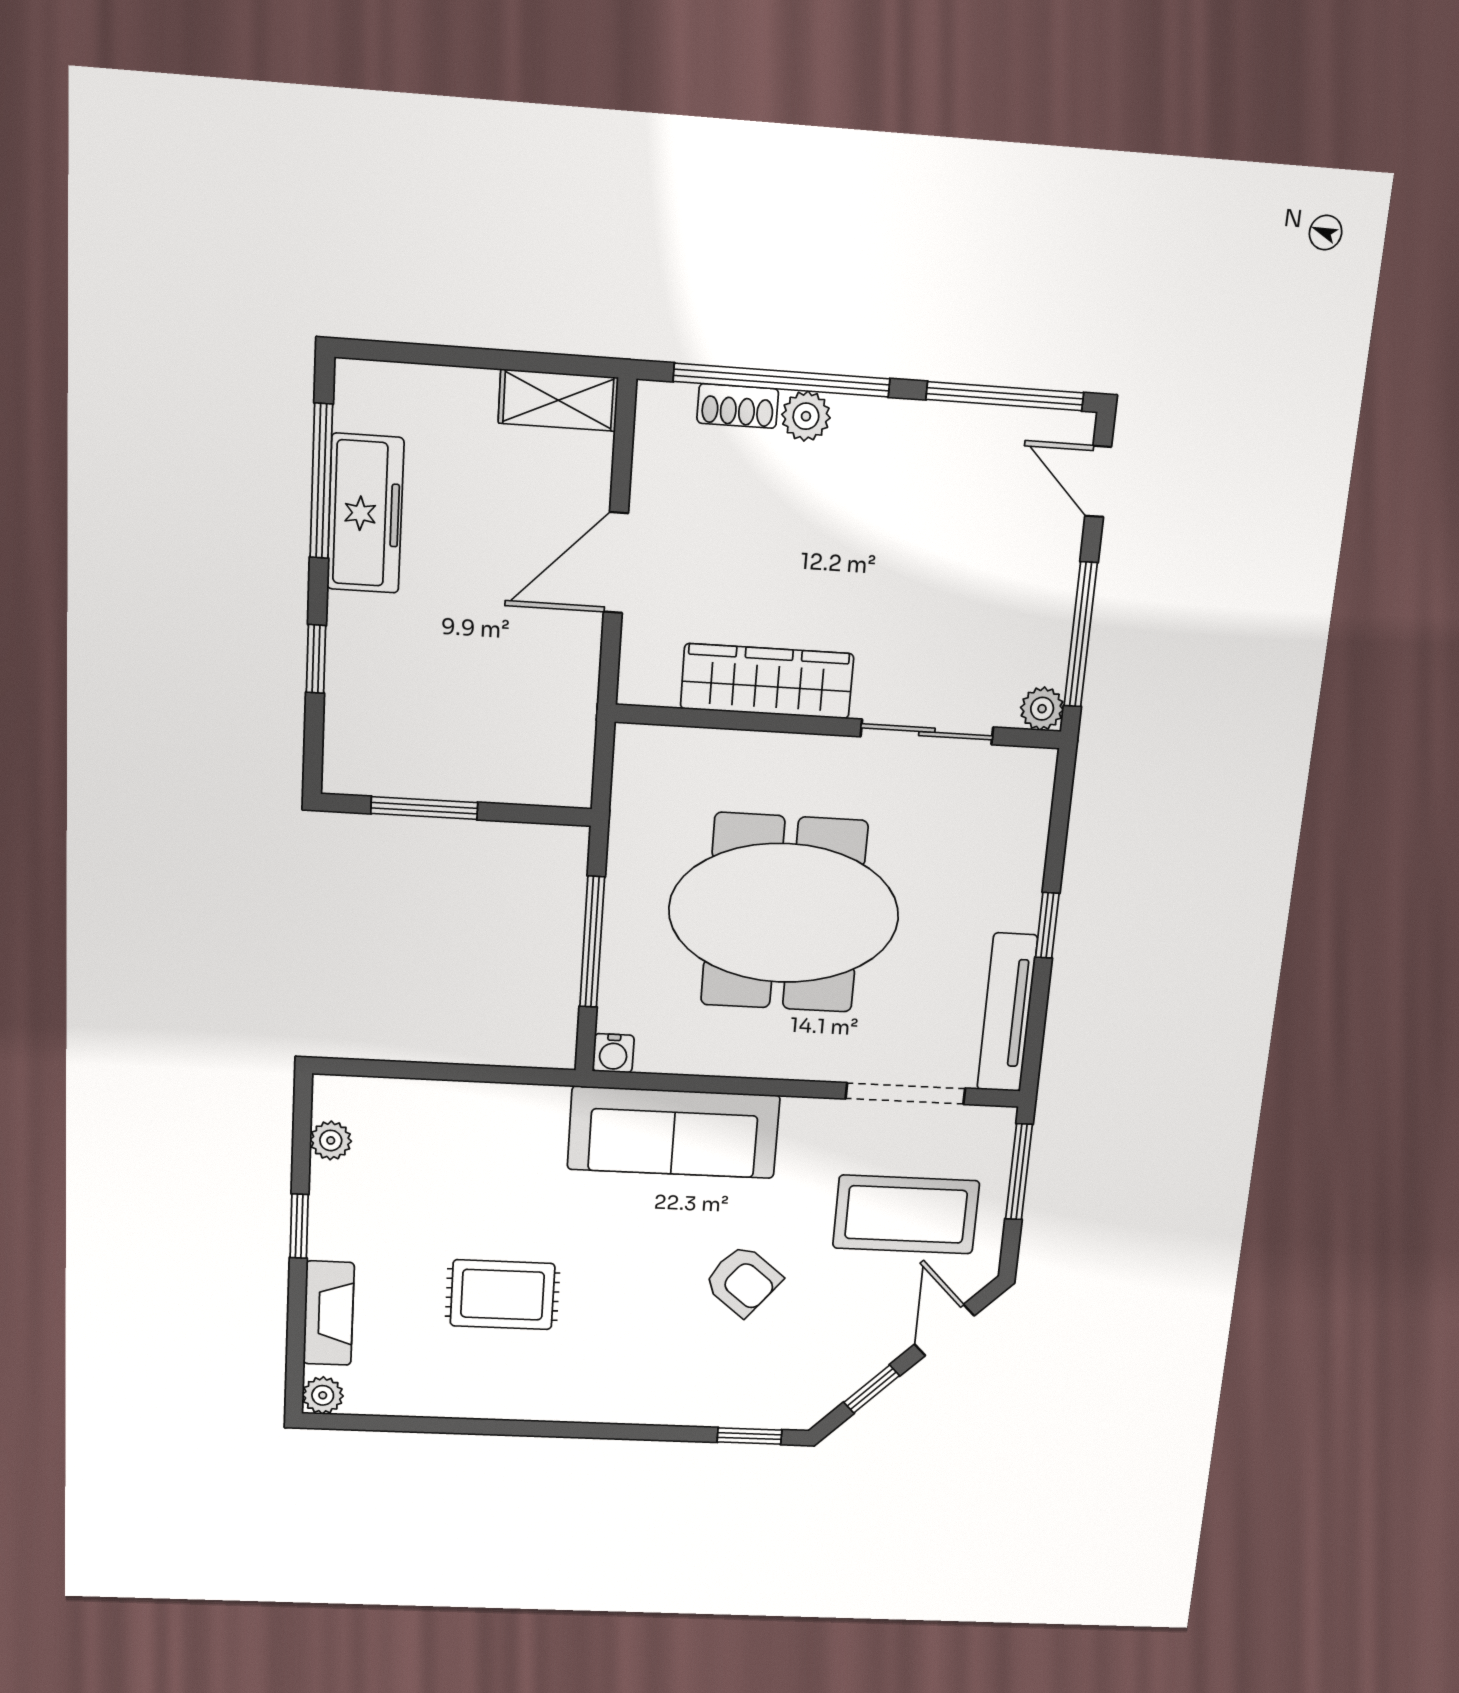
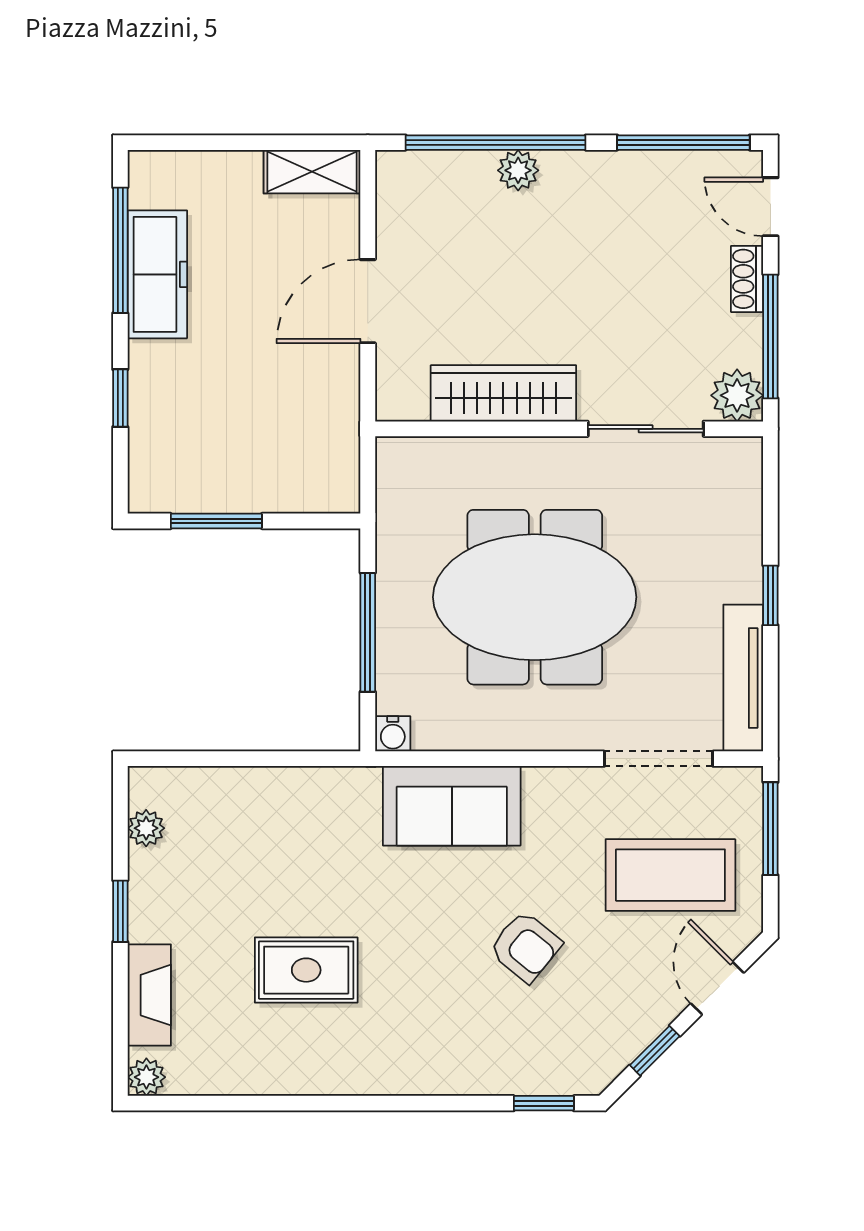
shoe rack: (738, 406) -> (747, 279), moved, turned 90
plant: (1042, 709) -> (737, 395), width x1.38, depth x1.38
sofa: (674, 1132) -> (452, 806), width x0.73

